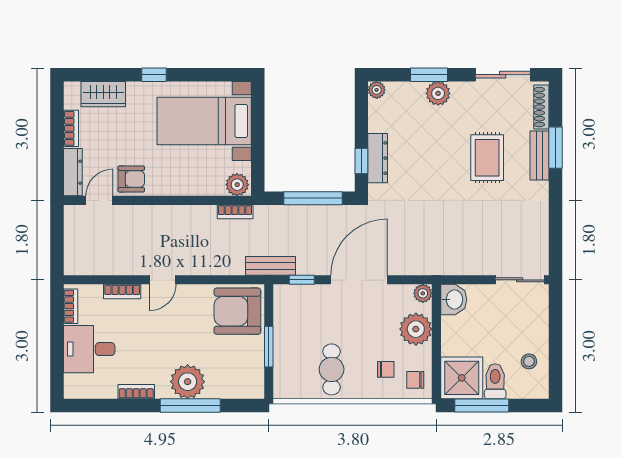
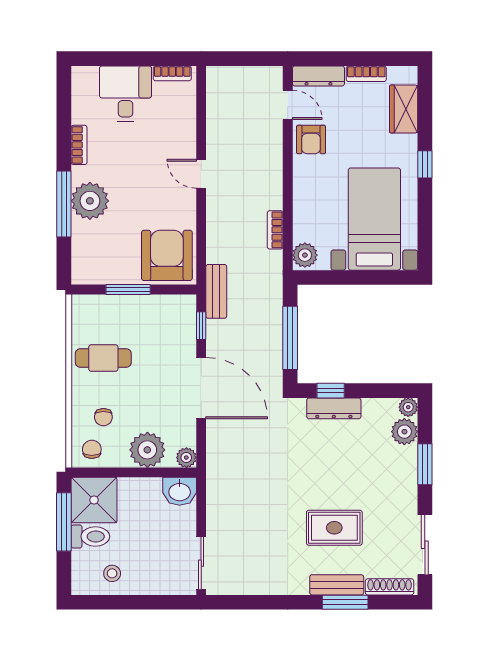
plant: (438, 93) -> (404, 432), moved
bookcase: (235, 212) -> (275, 230), moved
bookcase: (122, 292) -> (188, 130), removed

